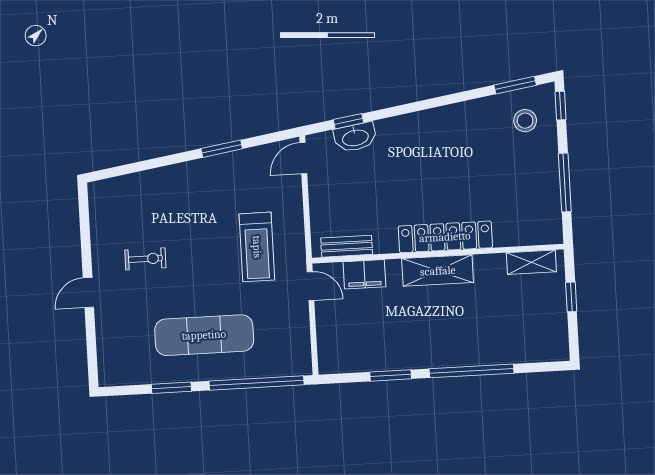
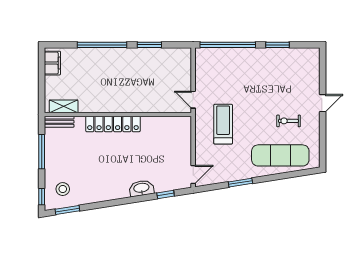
washbasin: (355, 137) -> (141, 188), moved
bench: (347, 246) -> (59, 122), moved
shelving: (438, 271) -> (119, 105), removed
filing cabinet: (364, 274) -> (52, 63), moved, turned 90
window: (571, 297) -> (42, 85), removed
exercise mat: (204, 335) -> (280, 155), moved

